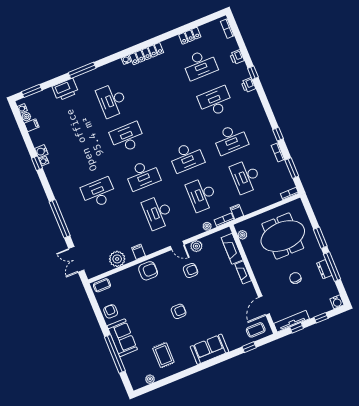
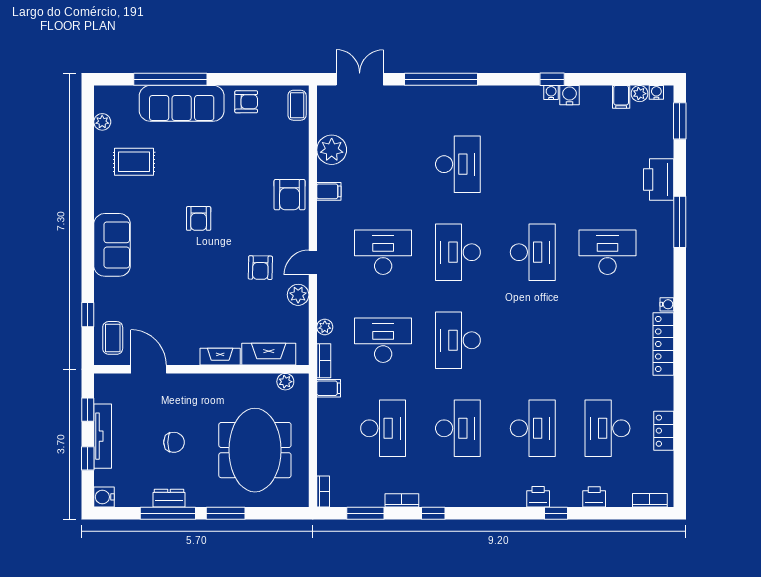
desk: (231, 139) -> (458, 428), turned 180
desk: (246, 176) -> (383, 428), turned 90
tv unit: (292, 321) -> (103, 436), moved
sofa: (122, 338) -> (182, 103), width x1.36

